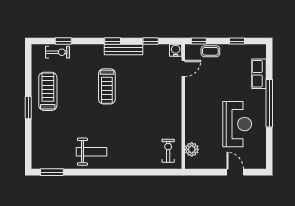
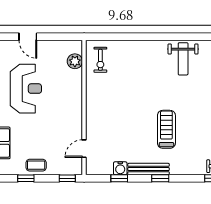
water cooler: (176, 50) -> (120, 168), moved
coffee table: (210, 51) -> (36, 165), moved
reception desk: (237, 124) -> (26, 89), turned 180
weight bench: (92, 152) -> (183, 59), turned -90

